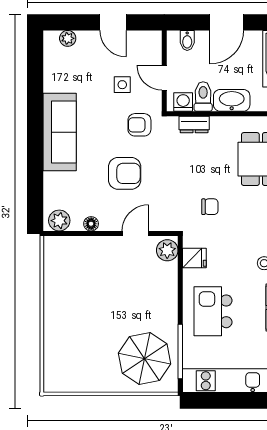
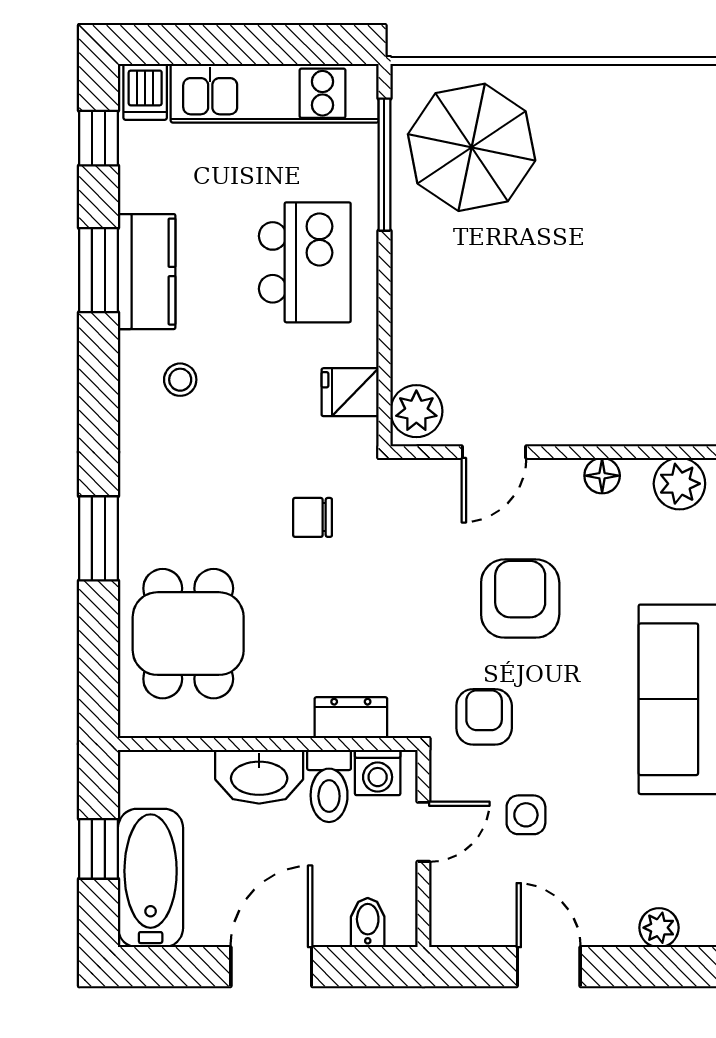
door: (164, 78) -> (423, 832), hinge flipped
armchair: (139, 125) -> (484, 717), turned -90
armchair: (125, 173) -> (520, 599), turned 90

